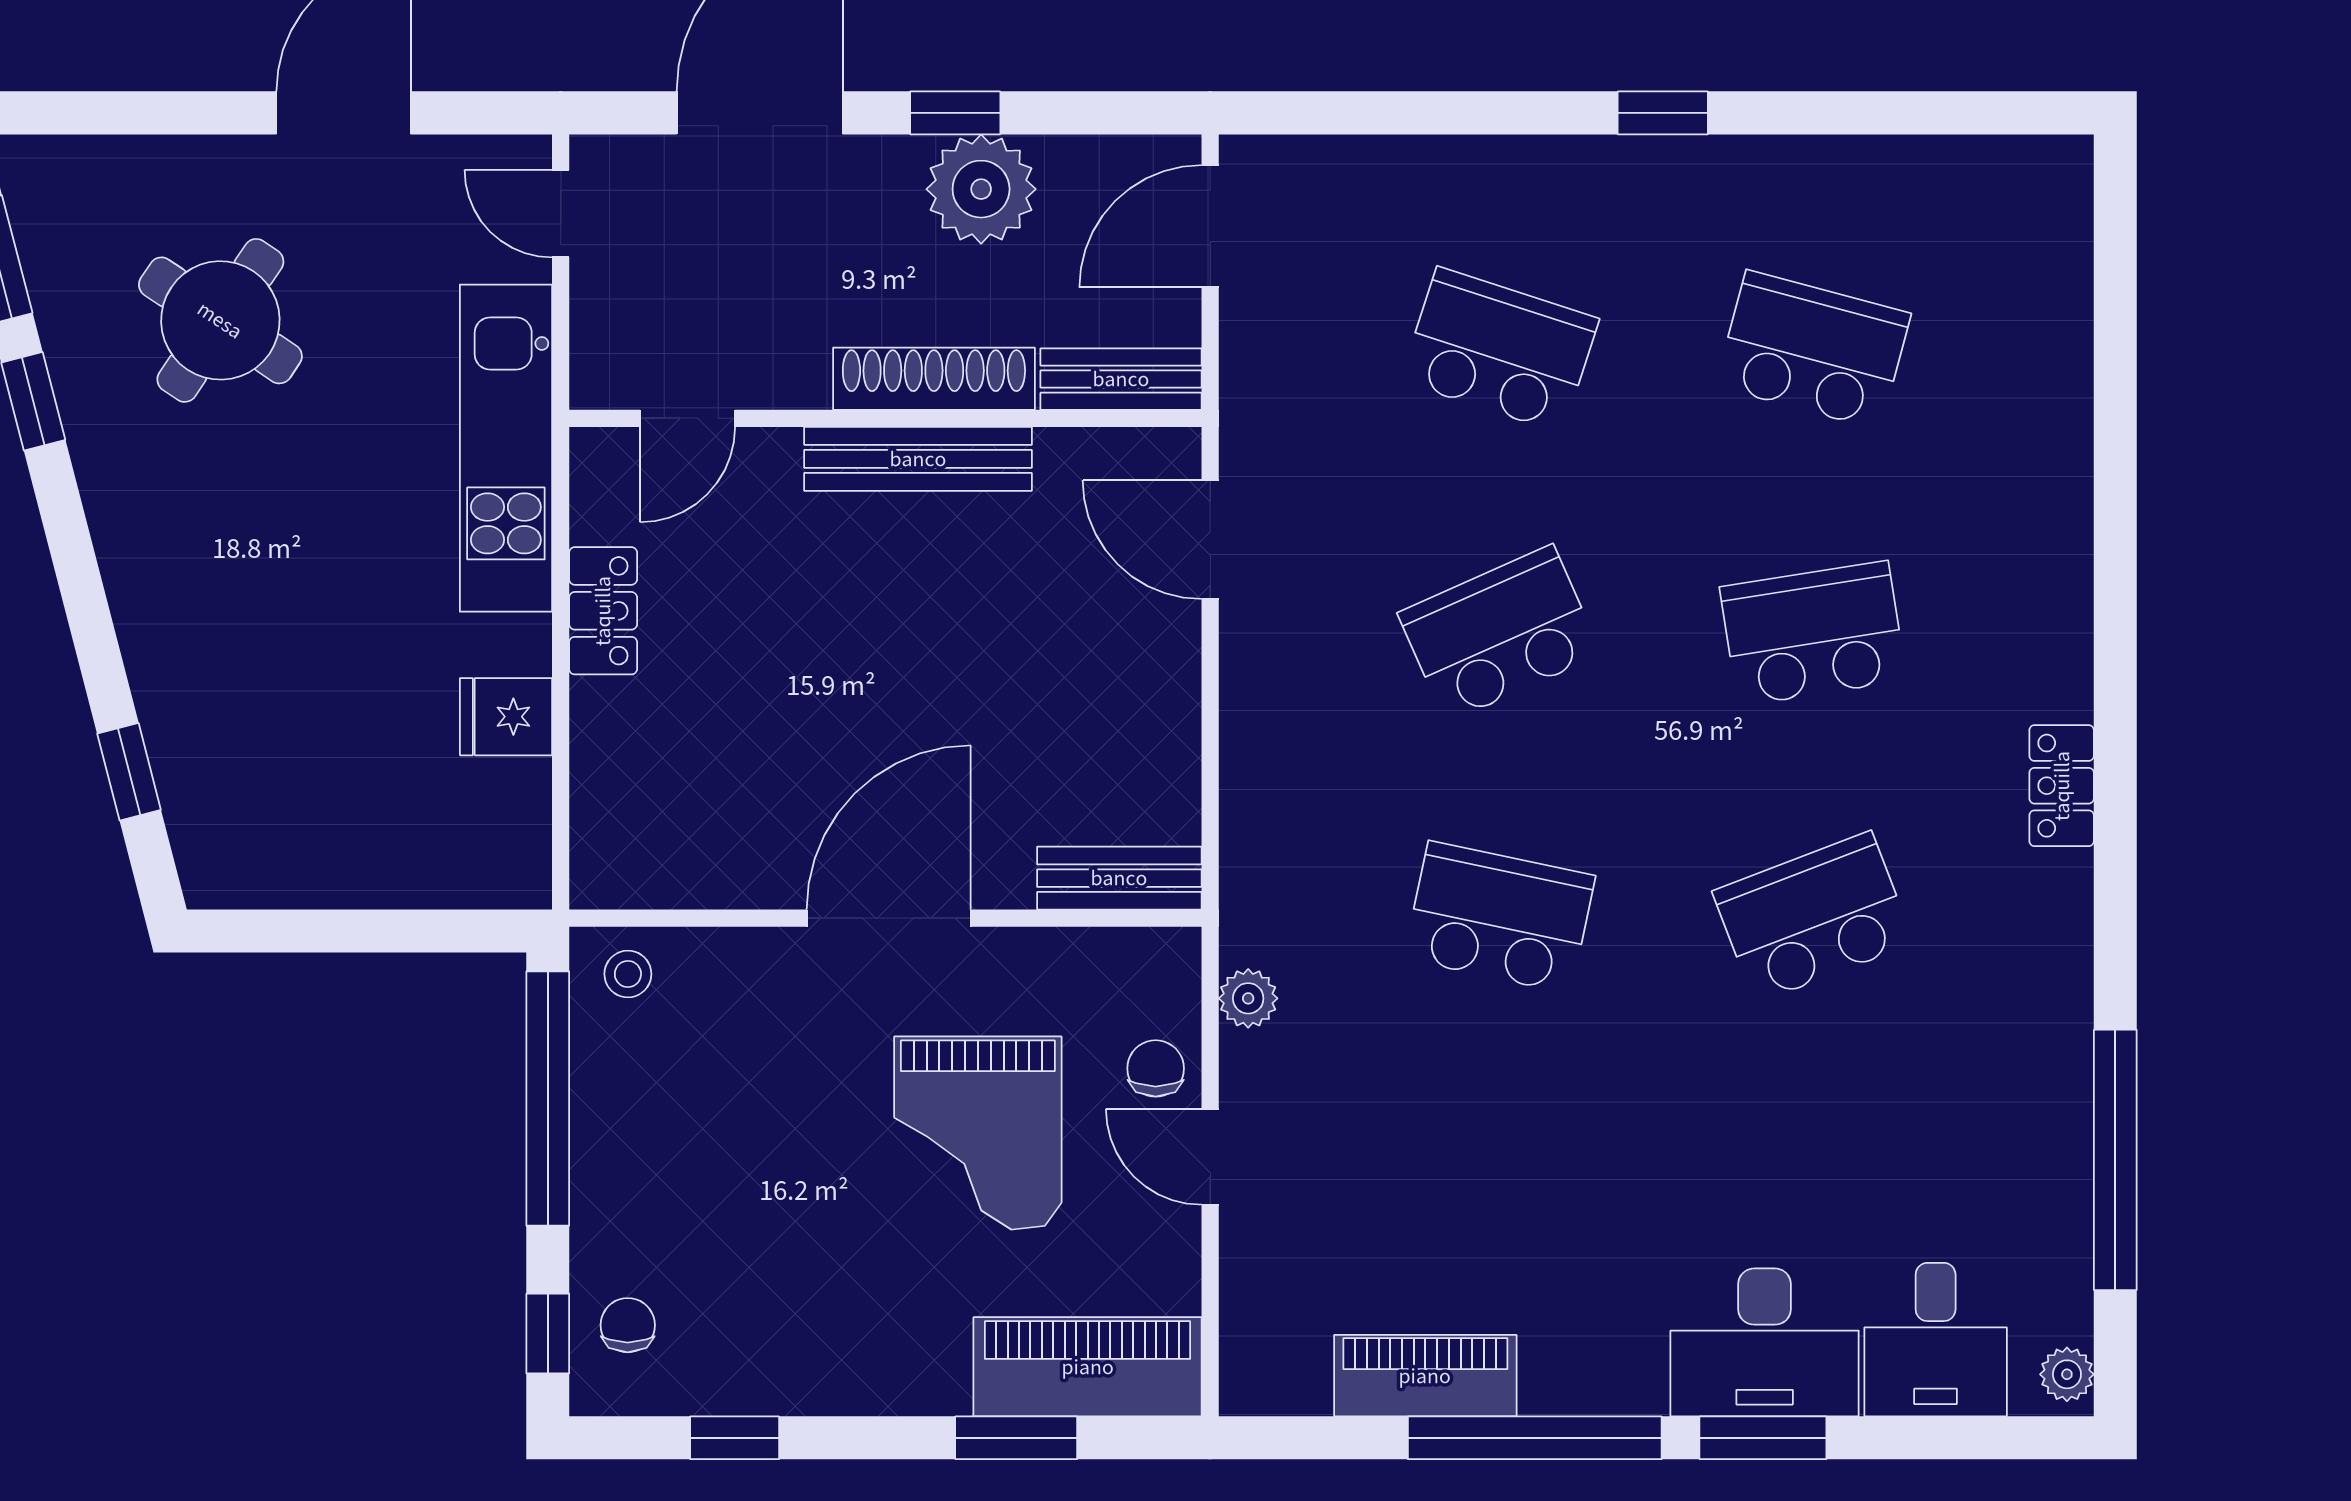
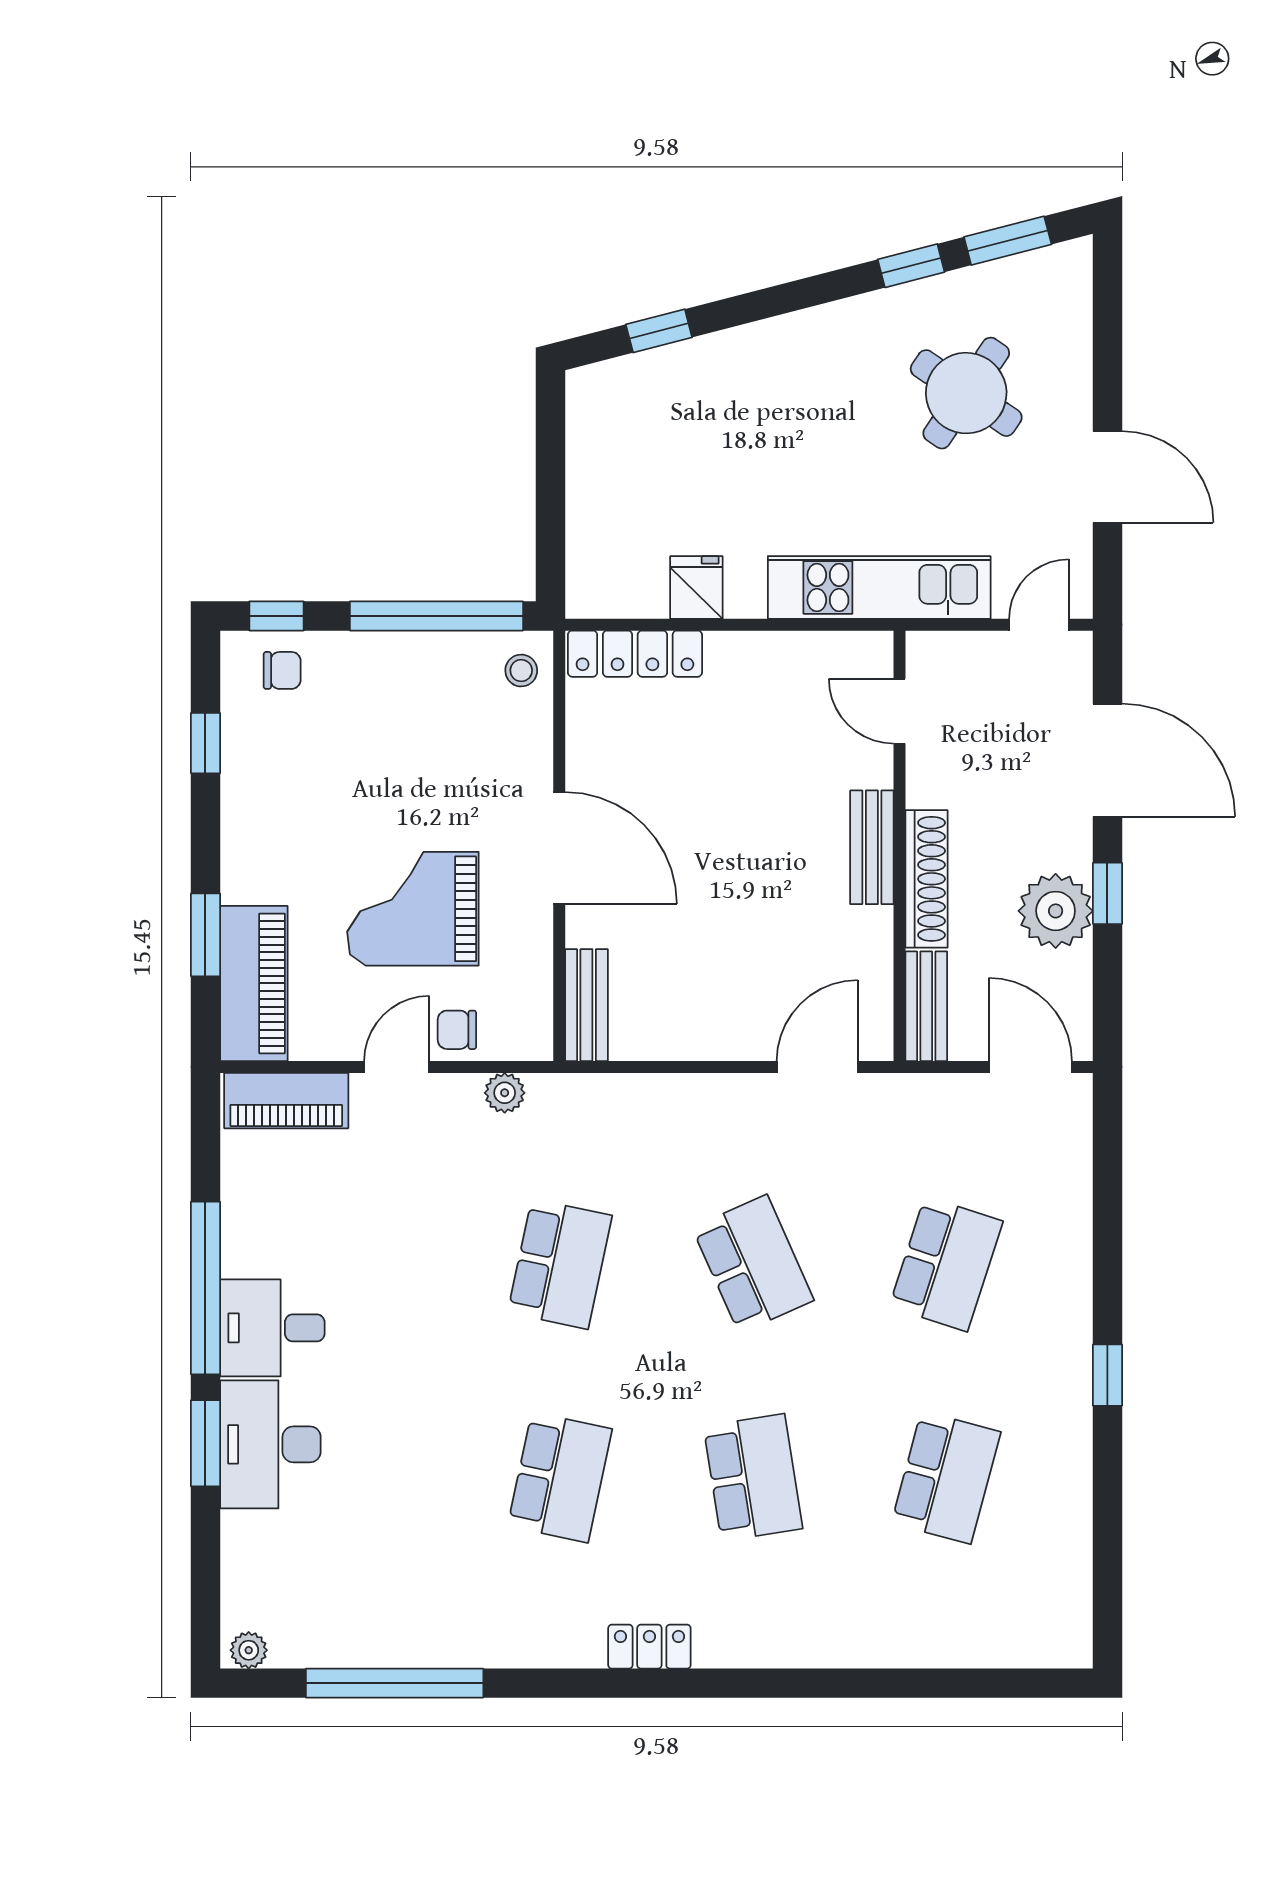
bench: (918, 459) -> (872, 847), width x0.73
locker: (603, 611) -> (635, 654), moved, width x1.53
school desk: (1813, 917) -> (560, 1477), turned 33
chair: (1156, 1068) -> (457, 1030), turned 180
desk: (1936, 1340) -> (272, 1328), moved
piano: (1425, 1376) -> (286, 1101), moved, turned 90

